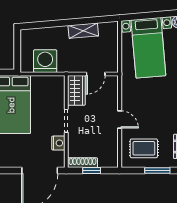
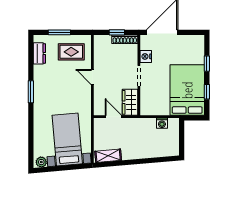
shelving: (83, 31) -> (108, 156), moved
washing machine: (45, 61) -> (162, 123), width x0.53, depth x0.53
door: (96, 74) -> (113, 117), hinge flipped

